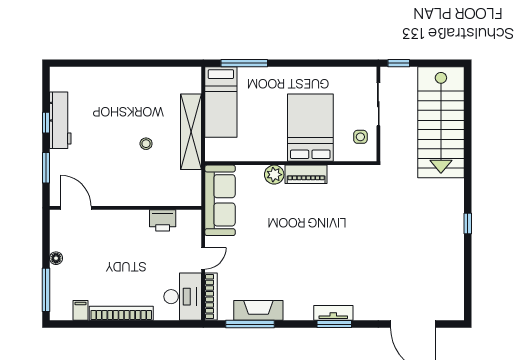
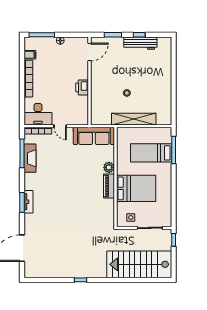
bed: (221, 102) -> (151, 153), moved
printer: (163, 220) -> (82, 87), moved

